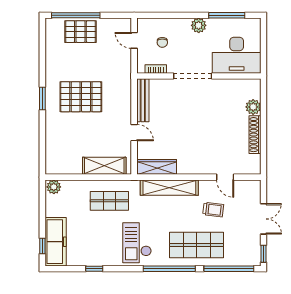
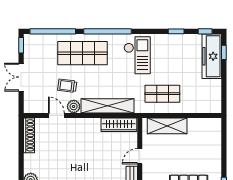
door: (134, 133) -> (140, 156), hinge flipped
shoe rack: (255, 135) -> (29, 135), moved
plant: (54, 187) -> (74, 106), moved
window: (63, 269) -> (205, 31), added

